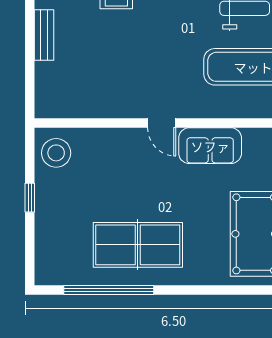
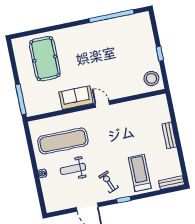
table tennis table: (138, 245) -> (102, 41), removed

